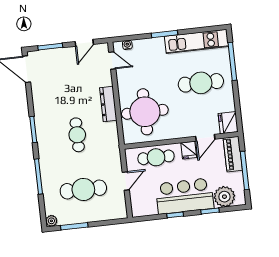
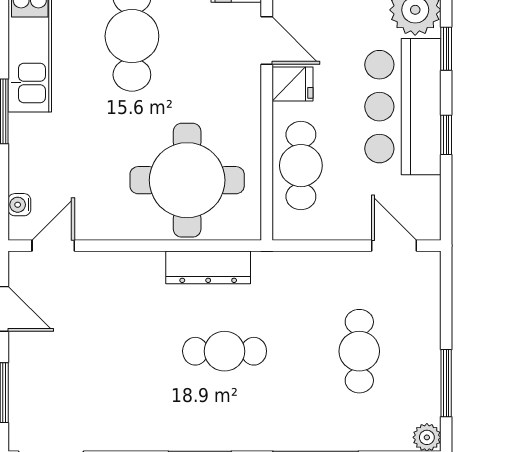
dresser: (108, 104) -> (208, 267), moved
door: (126, 181) -> (394, 246), moved
cafe table: (83, 189) -> (359, 351), width x0.73, depth x0.74

